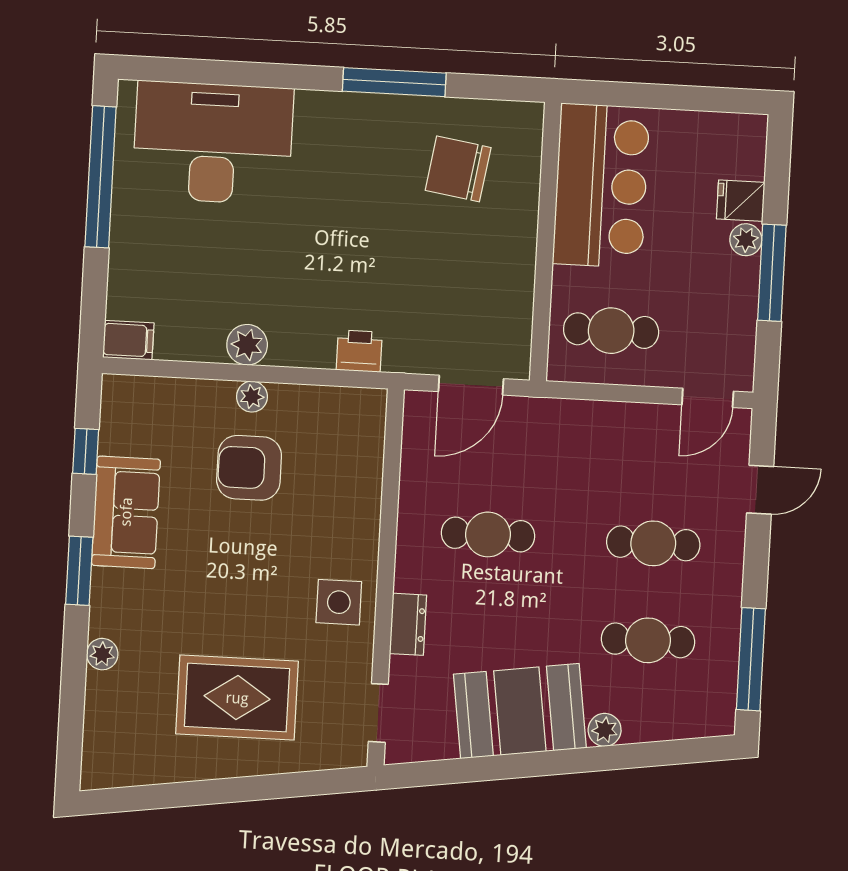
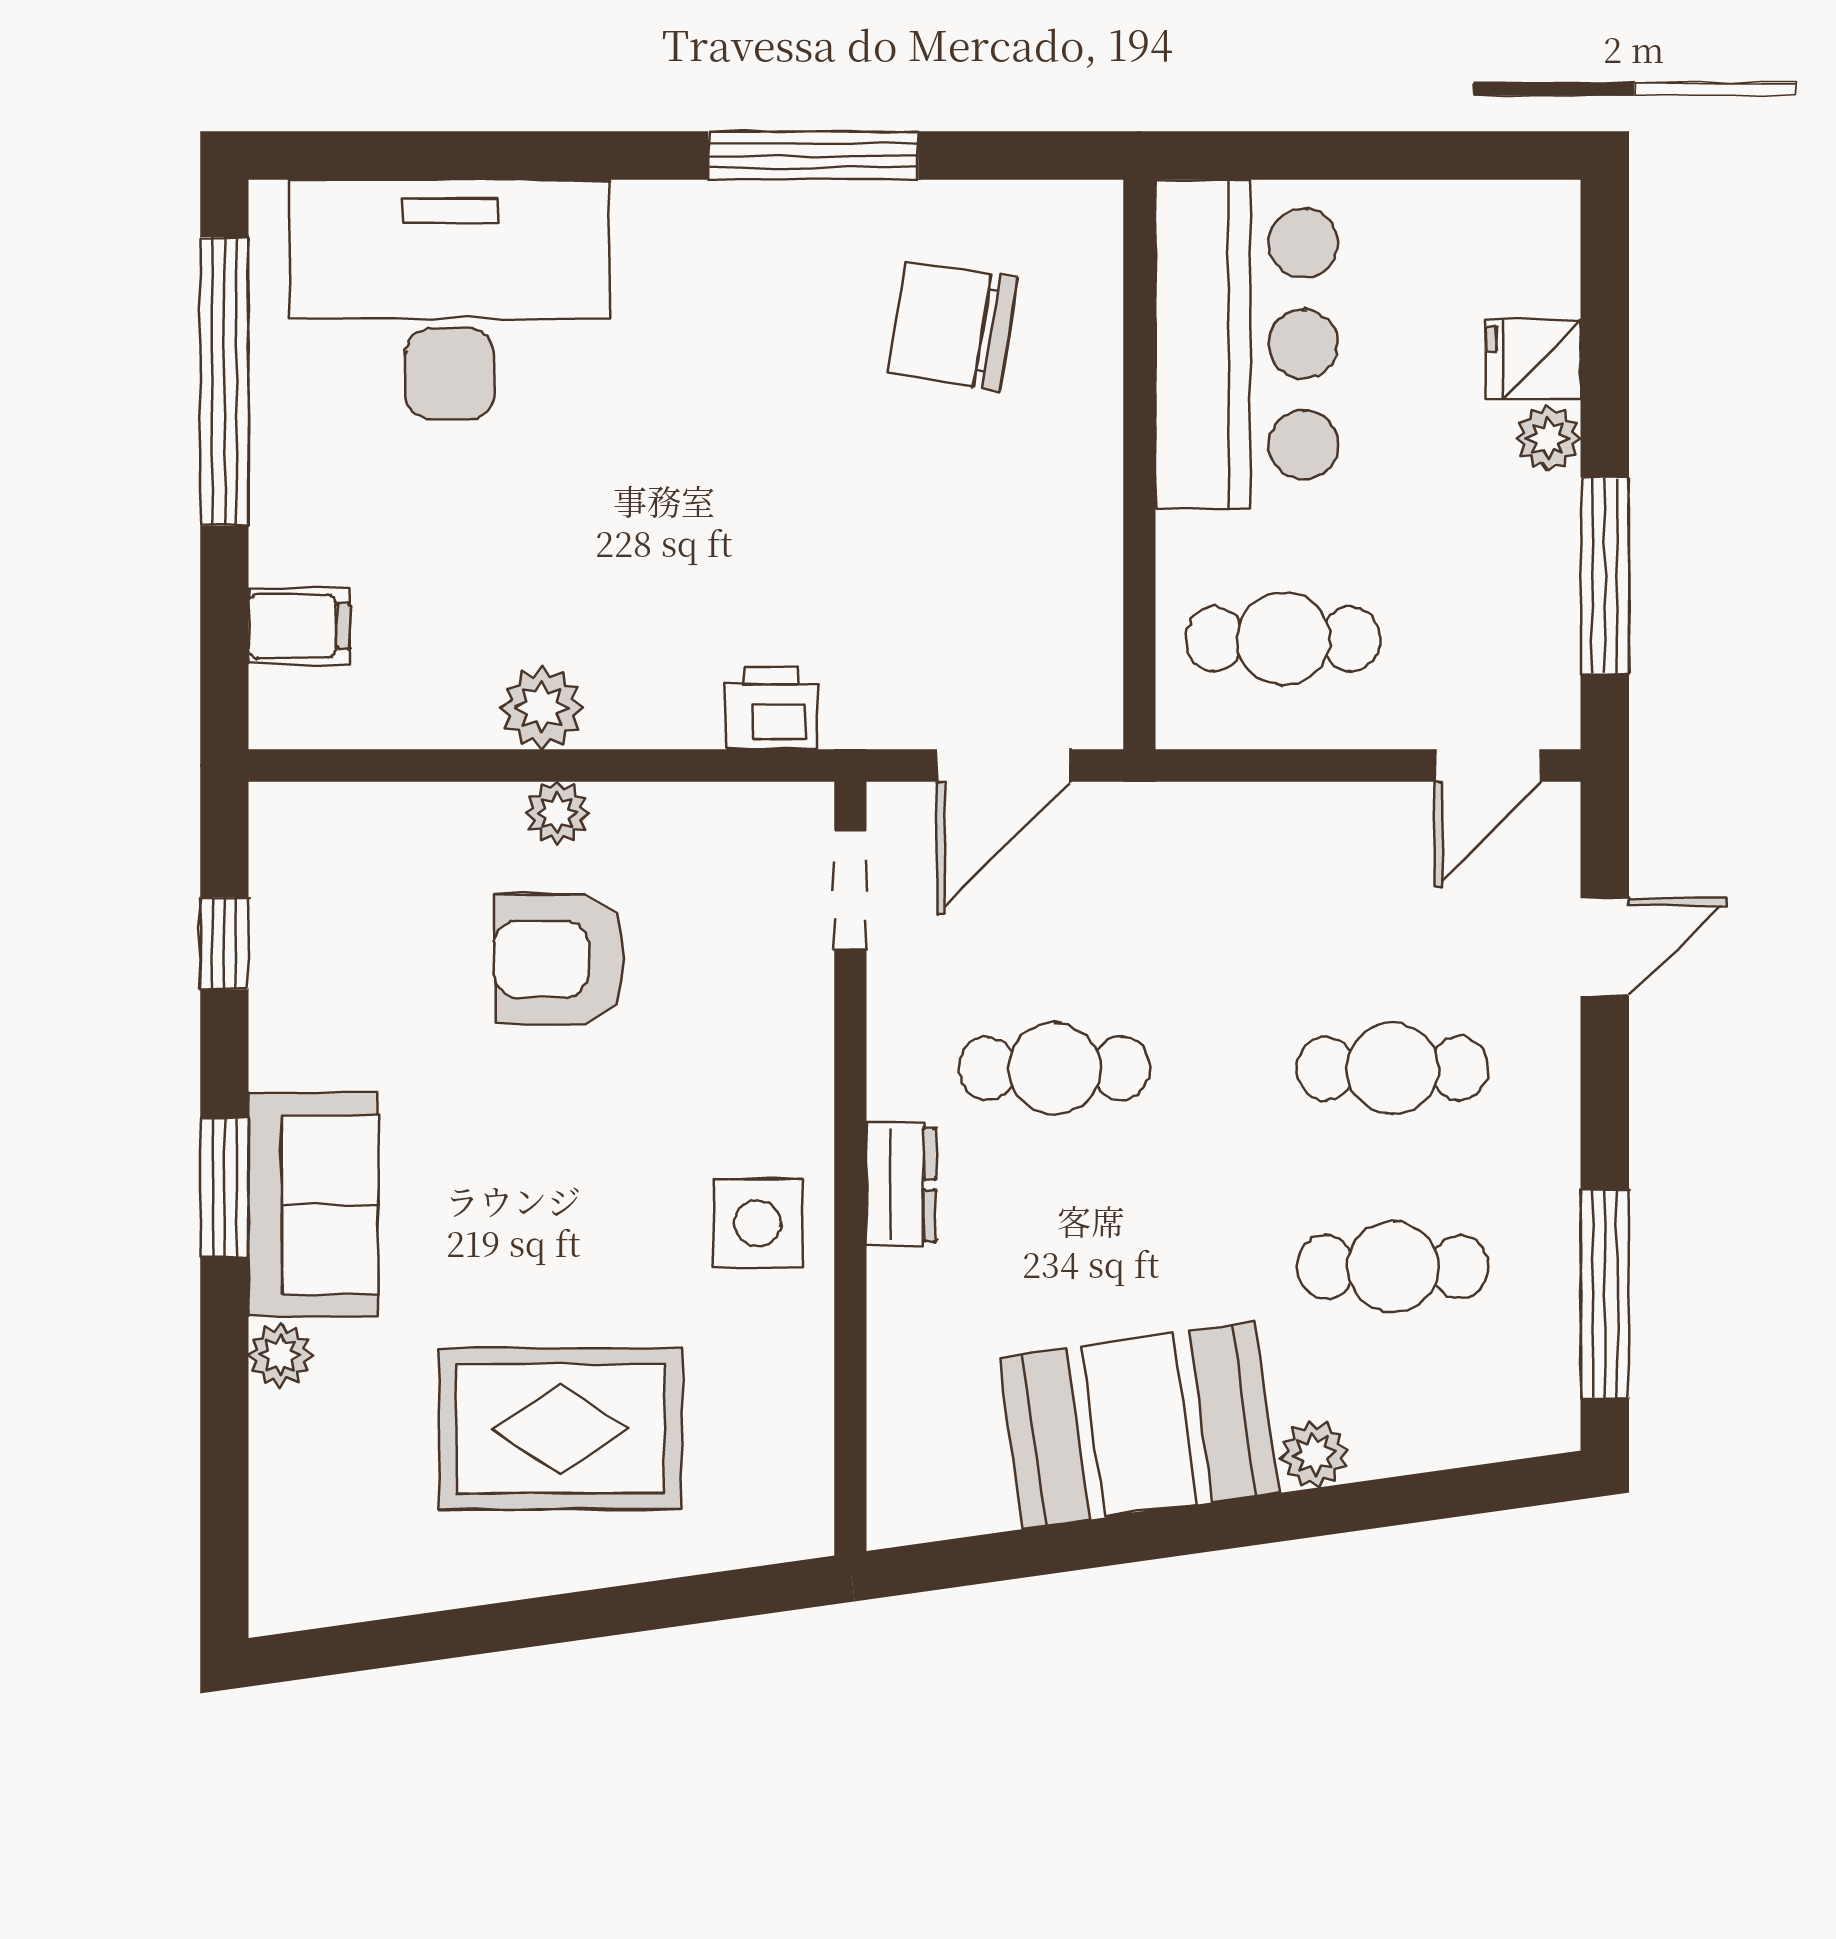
window: (772, 273) -> (1605, 575), moved
filing cabinet: (128, 340) -> (299, 626), moved
sofa: (126, 512) -> (313, 1205), moved
dresser: (408, 624) -> (901, 1184), moved
doorway: (378, 713) -> (850, 890), moved

